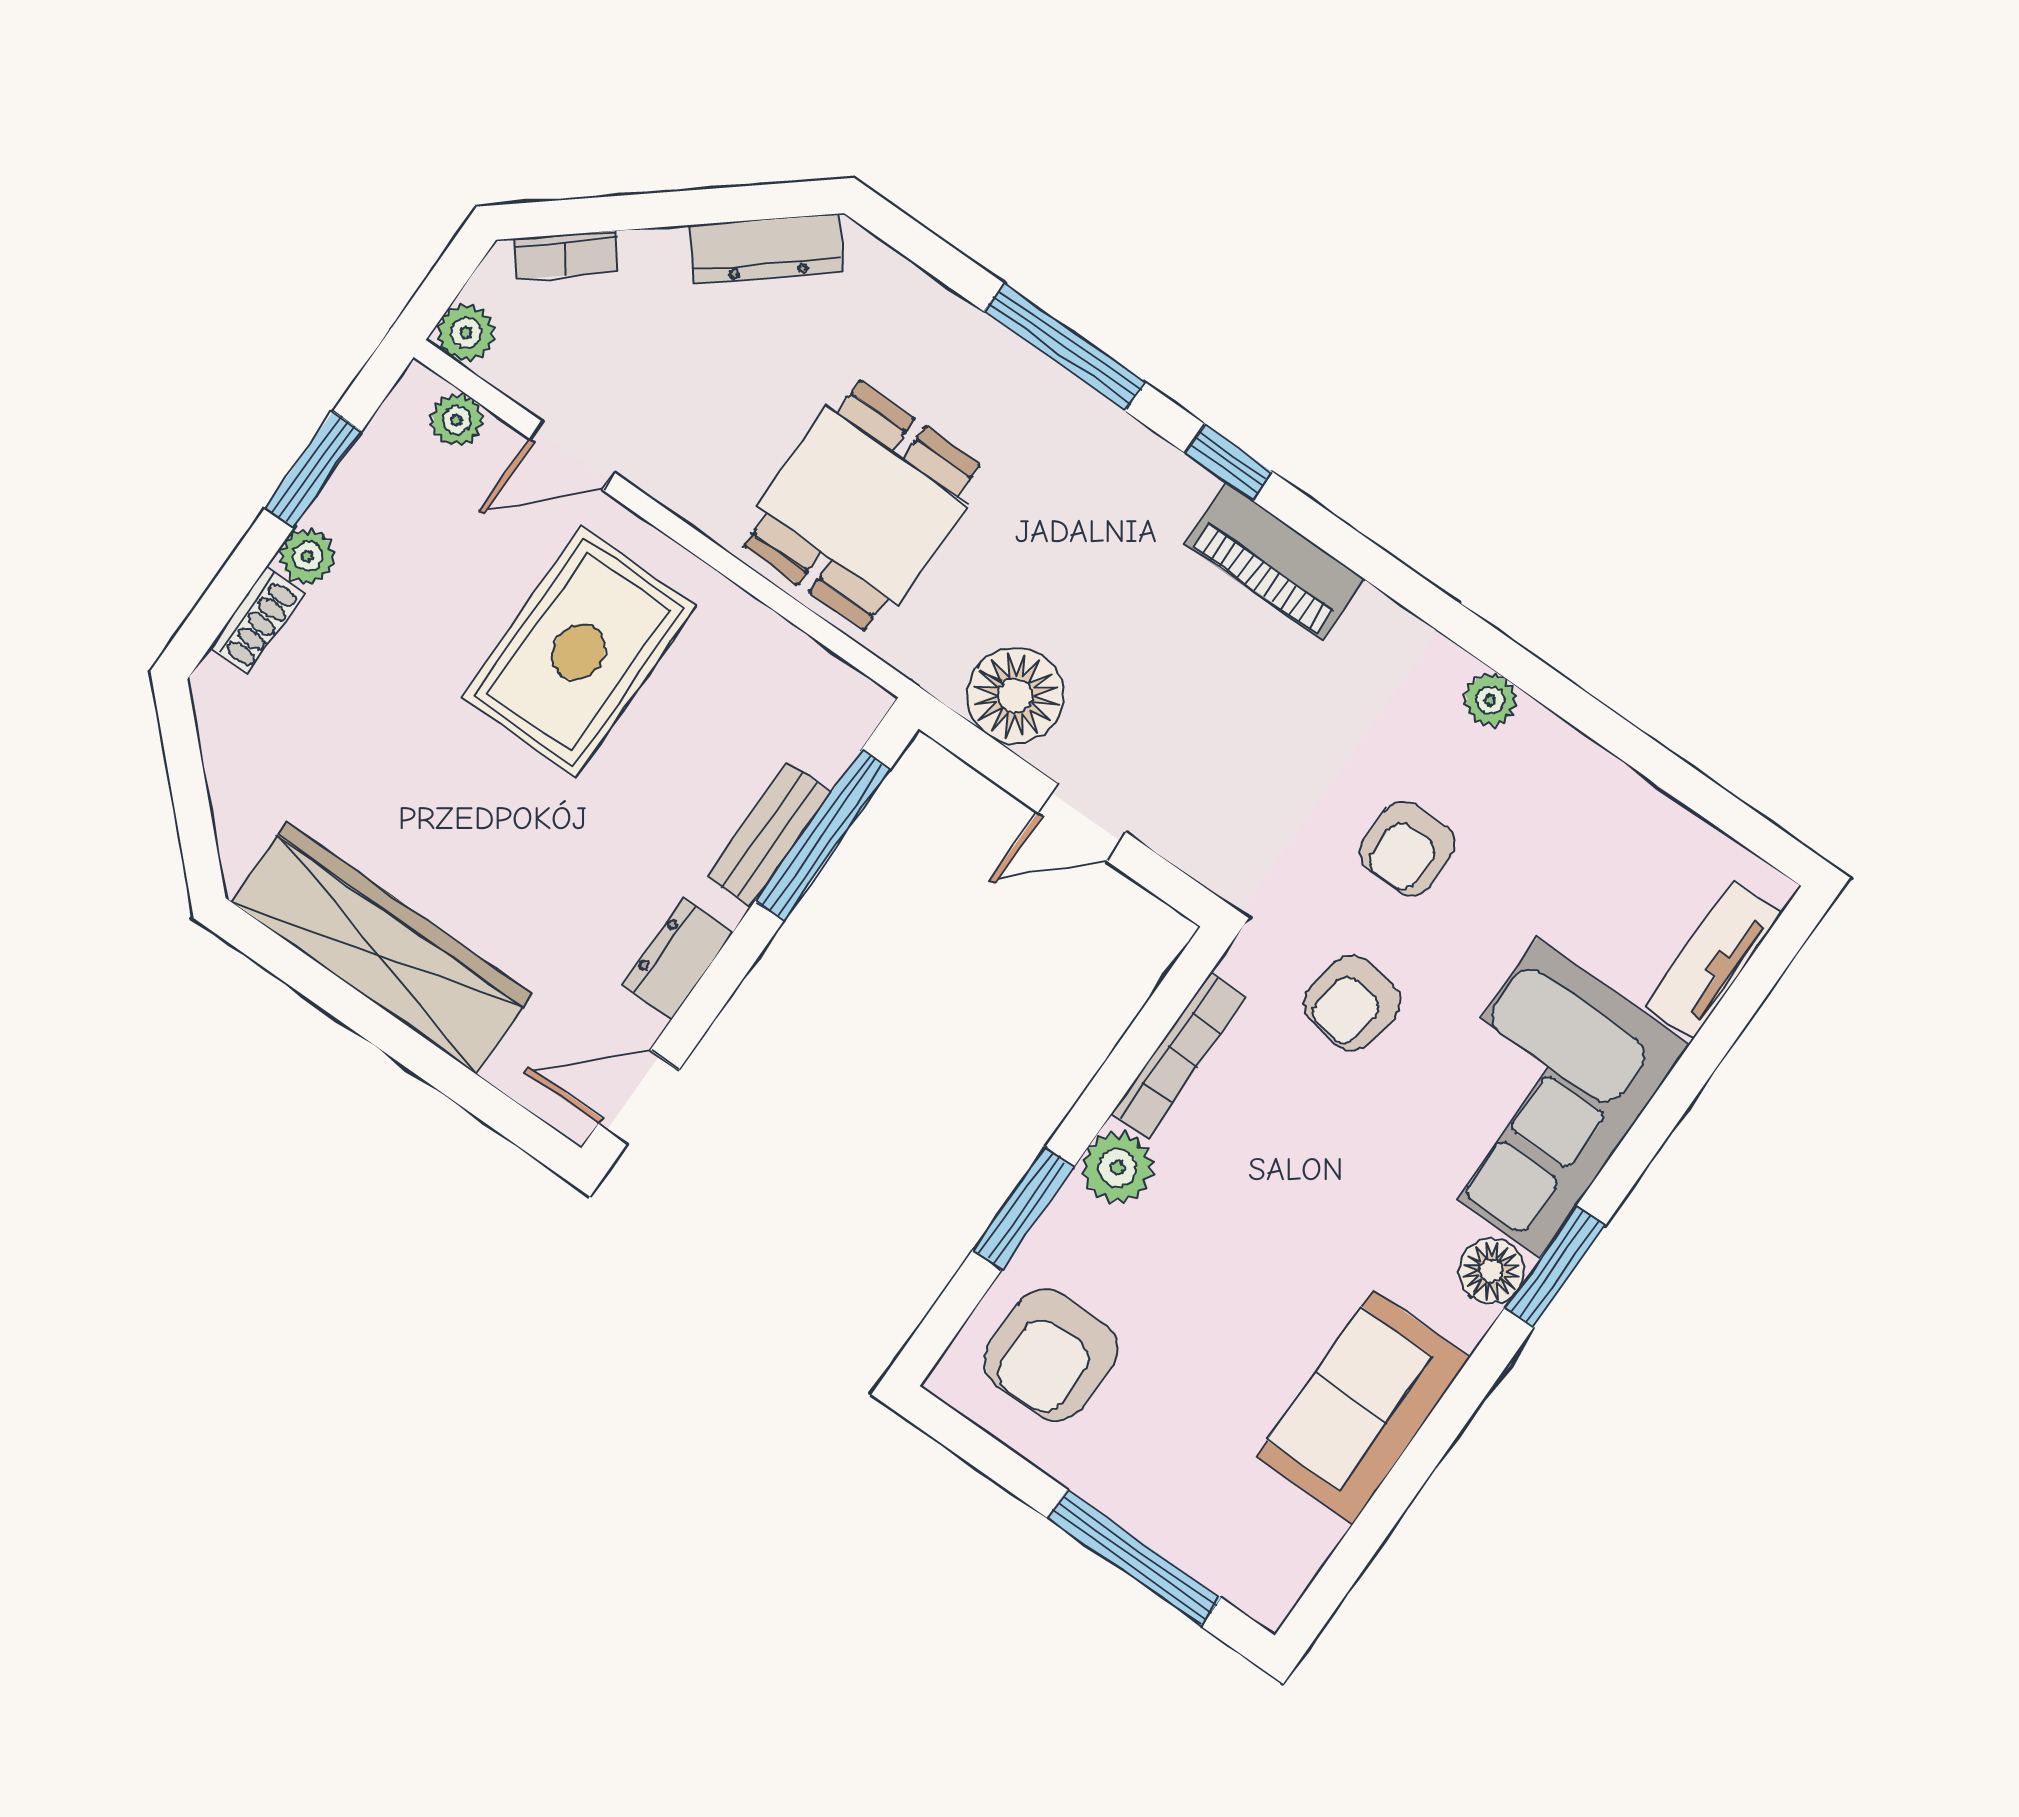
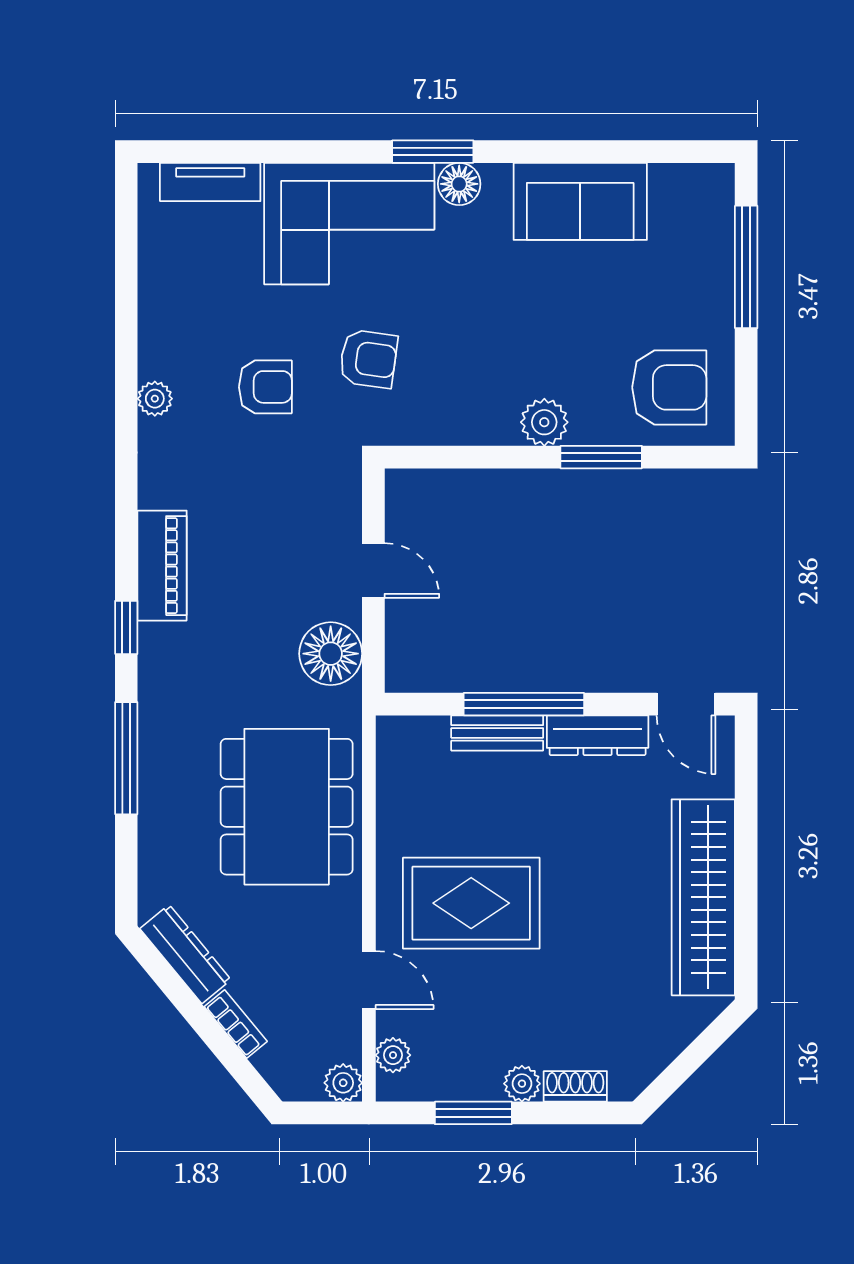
bookcase: (565, 255) -> (236, 1024), moved
dining table: (862, 505) -> (287, 807), width x1.37
window: (823, 835) -> (524, 704), moved
dresser: (678, 958) -> (598, 735), width x1.44
bookcase: (1179, 1055) -> (461, 432), removed

